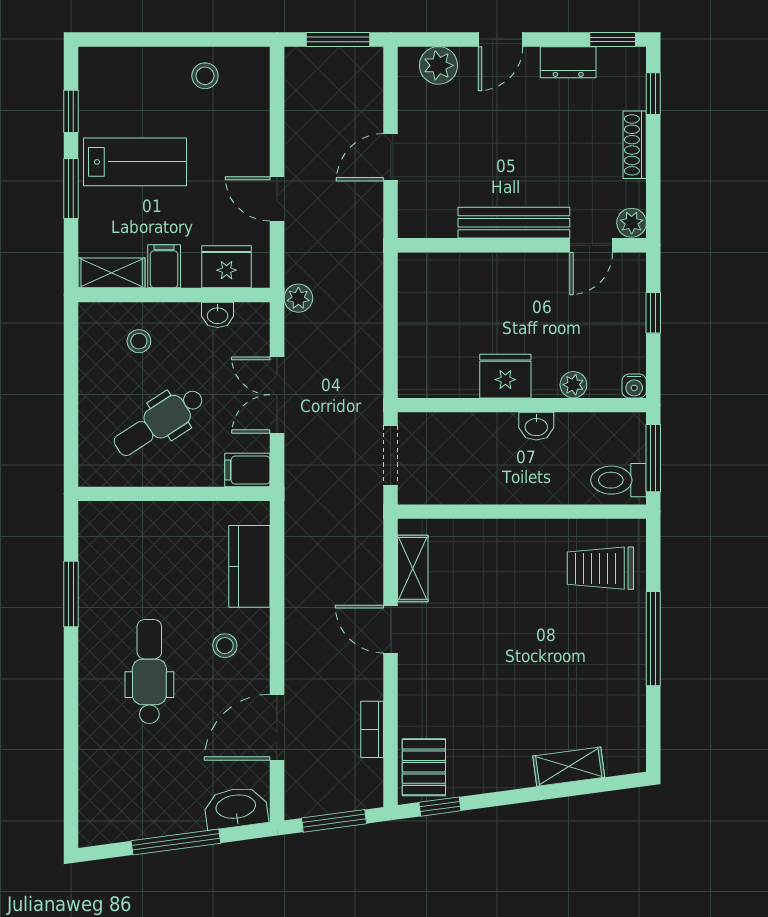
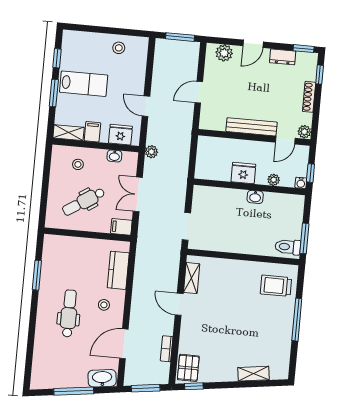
fridge: (505, 376) -> (243, 173), moved
plant: (573, 385) -> (274, 180), moved
water cooler: (634, 386) -> (301, 183), moved
wall: (522, 405) -> (250, 187), moved
washbasin: (536, 426) -> (255, 197), moved

